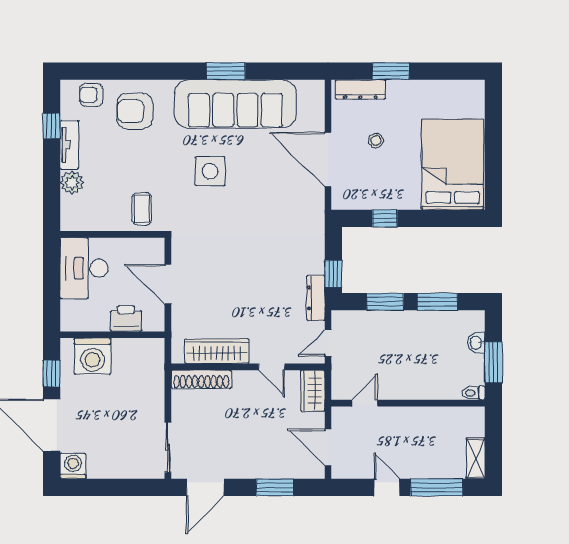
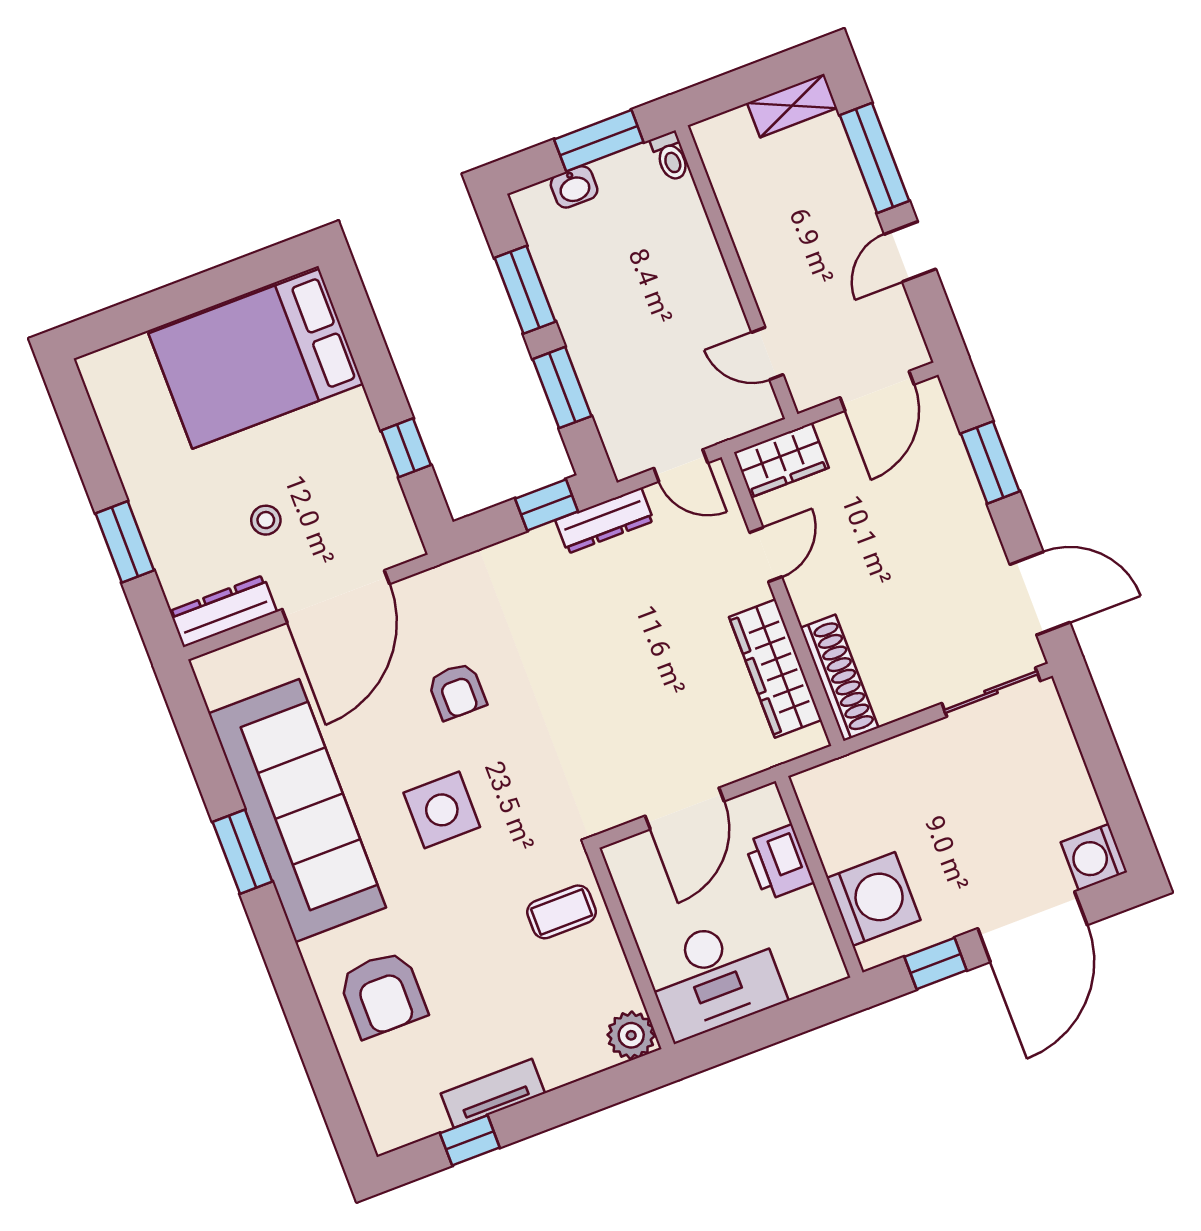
dresser: (360, 89) -> (223, 611), moved, turned -90
armchair: (91, 95) -> (457, 691), moved
plant: (72, 183) -> (631, 1035), moved

